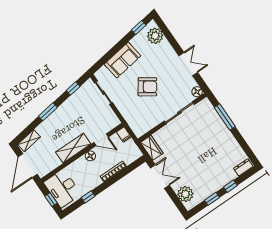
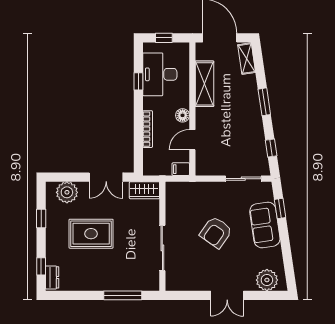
window: (139, 27) -> (280, 208), moved
double door: (188, 64) -> (227, 295), moved
floor lamp: (197, 92) -> (172, 284), removed
shelving: (73, 148) -> (204, 84), moved
rug: (201, 162) -> (91, 234), added
window: (230, 186) -> (41, 266), moved
desk: (62, 188) -> (160, 74), moved, turned -90

